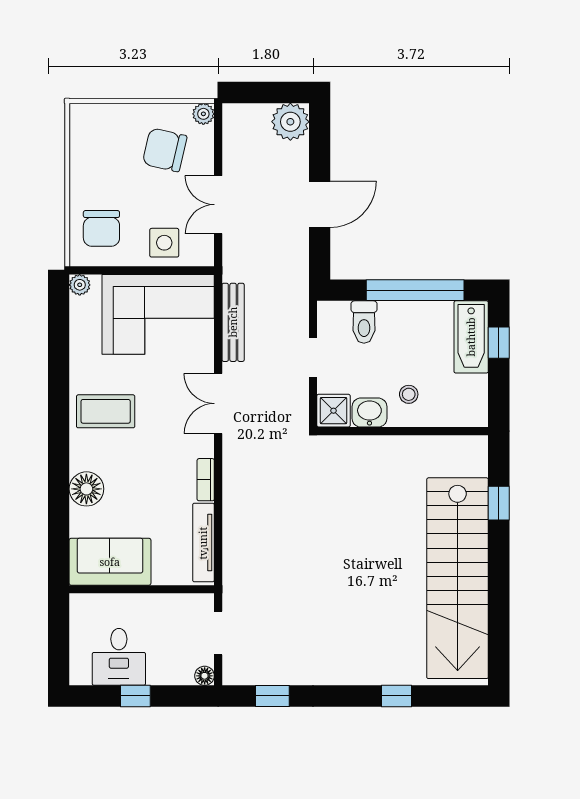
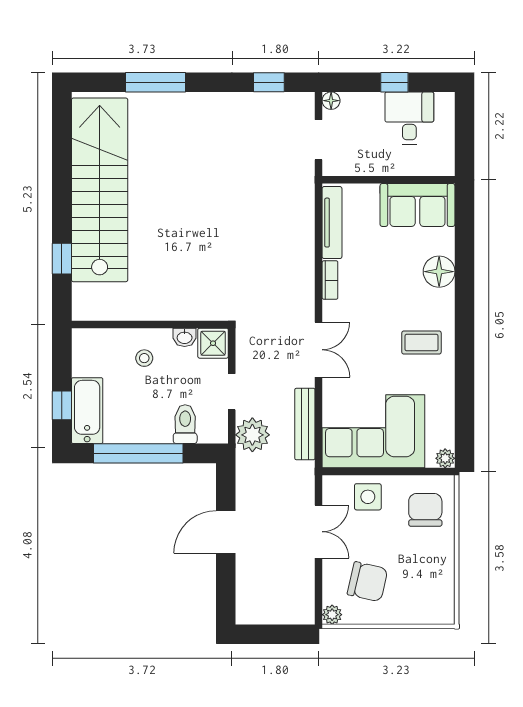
plant: (290, 122) -> (252, 435), moved
coffee table: (106, 411) -> (421, 343), width x0.73, depth x0.77
washbasin: (369, 413) -> (185, 337), width x0.72, depth x0.69
window: (396, 696) -> (155, 82), width x2.17

